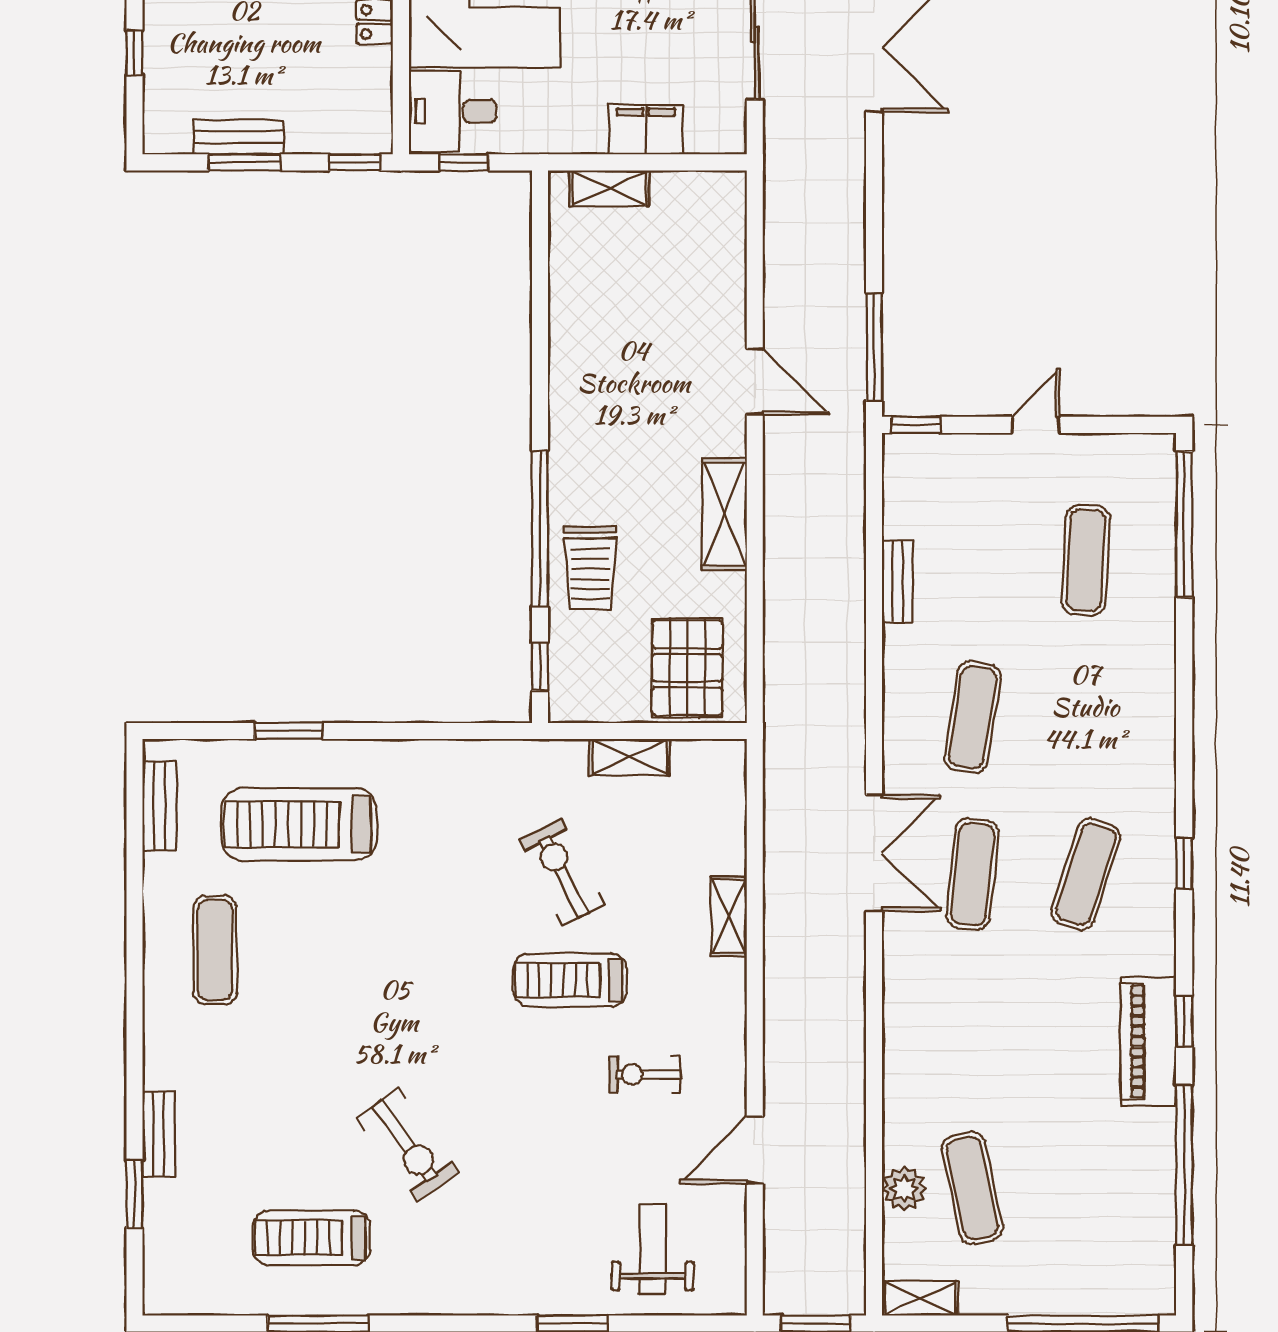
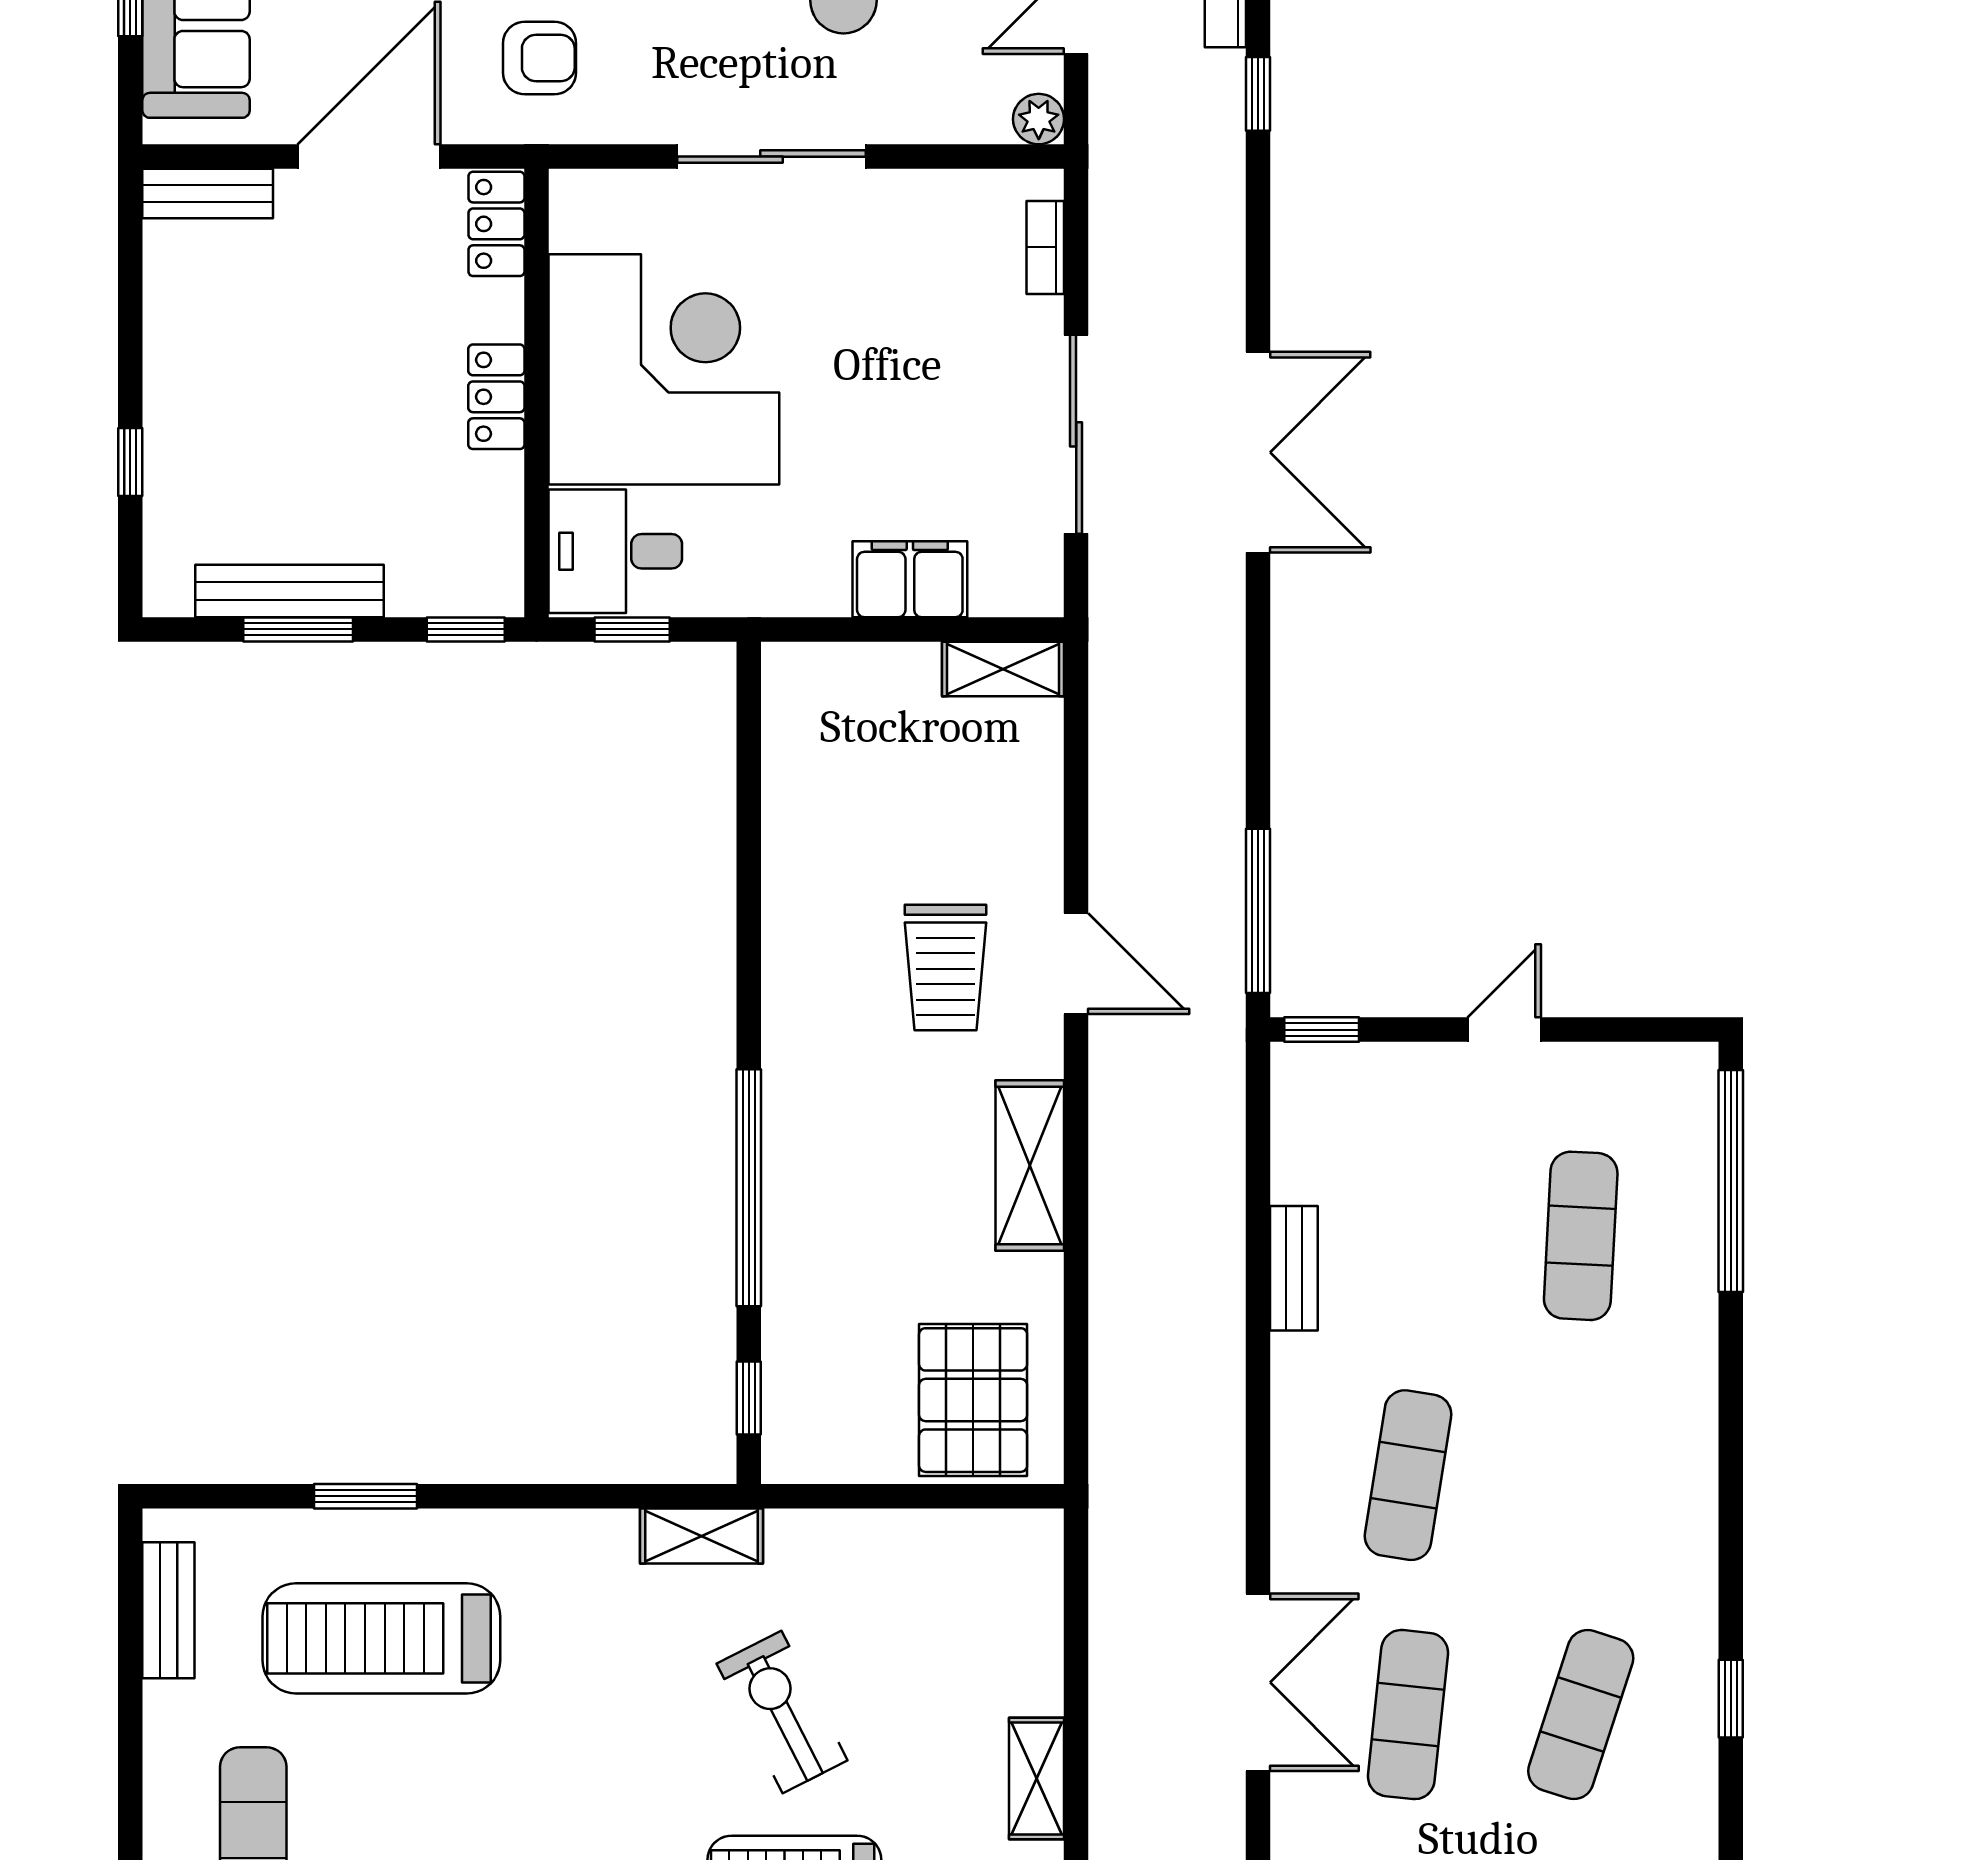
bench: (239, 137) -> (289, 591), width x1.36
shelving: (609, 188) -> (1003, 669), moved
trolley: (590, 568) -> (946, 968), moved
shelving: (630, 757) -> (702, 1536), moved

